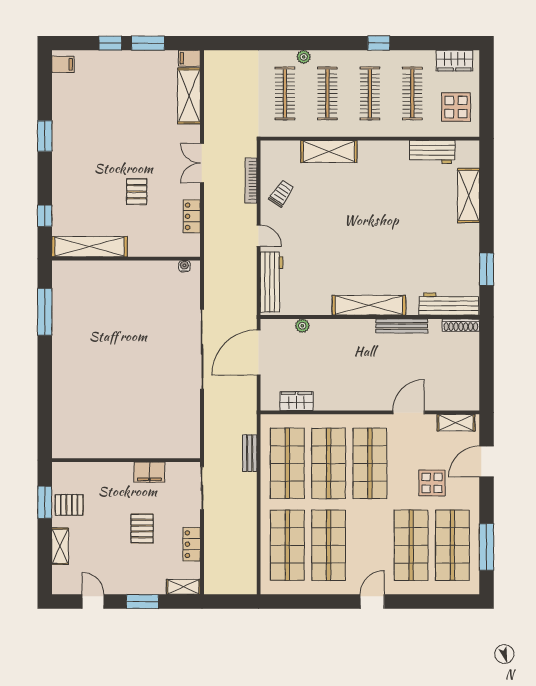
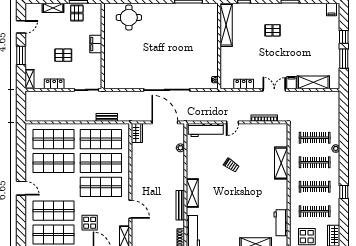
filing cabinet: (189, 58) -> (292, 83), moved
pallet: (137, 192) -> (273, 30), moved
trolley: (281, 194) -> (231, 165), moved
shelving: (369, 305) -> (192, 193), width x0.68
wardrobe: (297, 401) -> (137, 133), moved
round table: (77, 415) -> (129, 18), added
filing cabinet: (149, 472) -> (96, 44), moved

